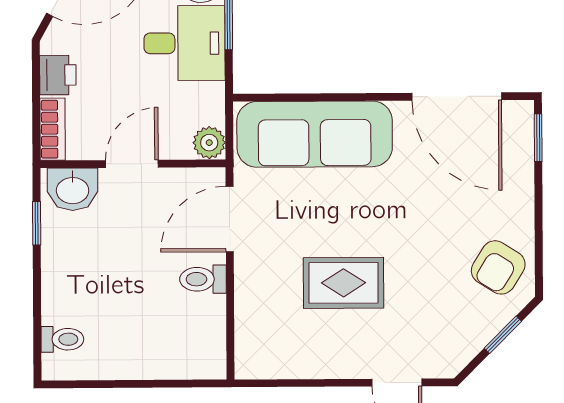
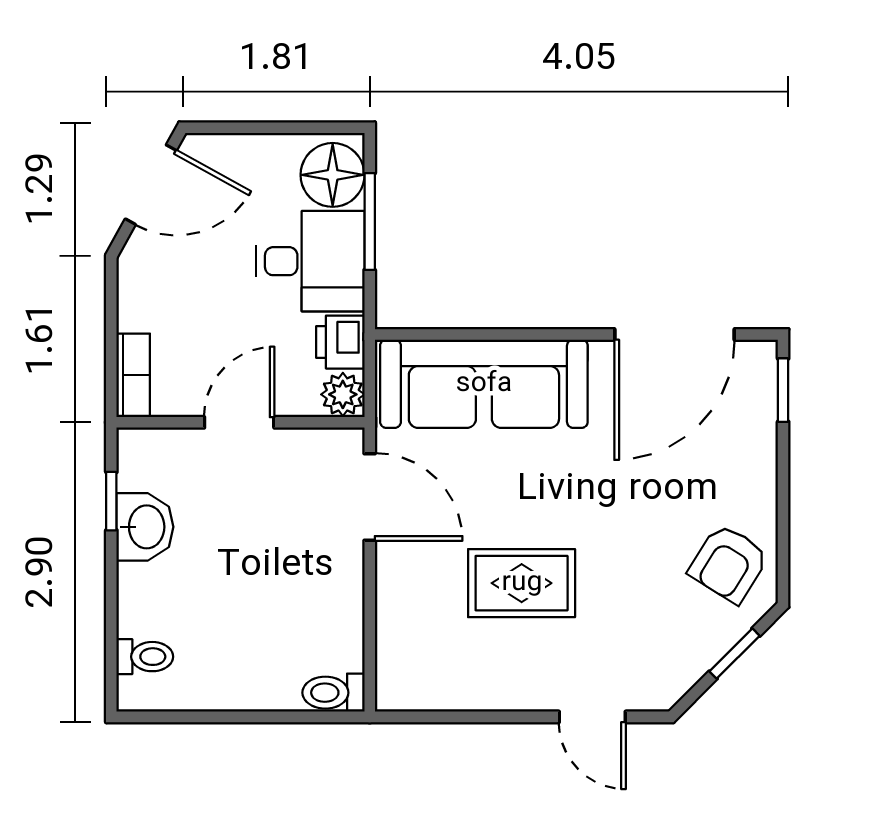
printer: (58, 75) -> (340, 342), moved, turned 180
door: (457, 97) -> (675, 334), hinge flipped
washbasin: (73, 189) -> (145, 527), moved, turned -90
door: (230, 219) -> (370, 497), swing flipped
toilet: (203, 279) -> (333, 693), moved

